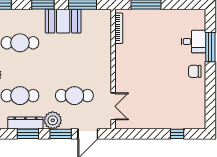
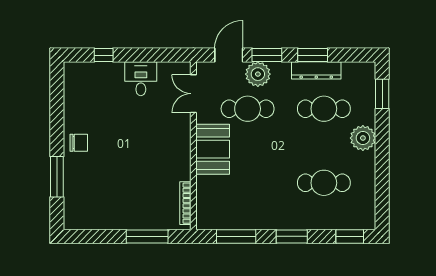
booth: (63, 21) -> (213, 149), moved, turned 90
desk: (194, 42) -> (141, 79), moved, turned 90
plant: (53, 120) -> (258, 74), moved

